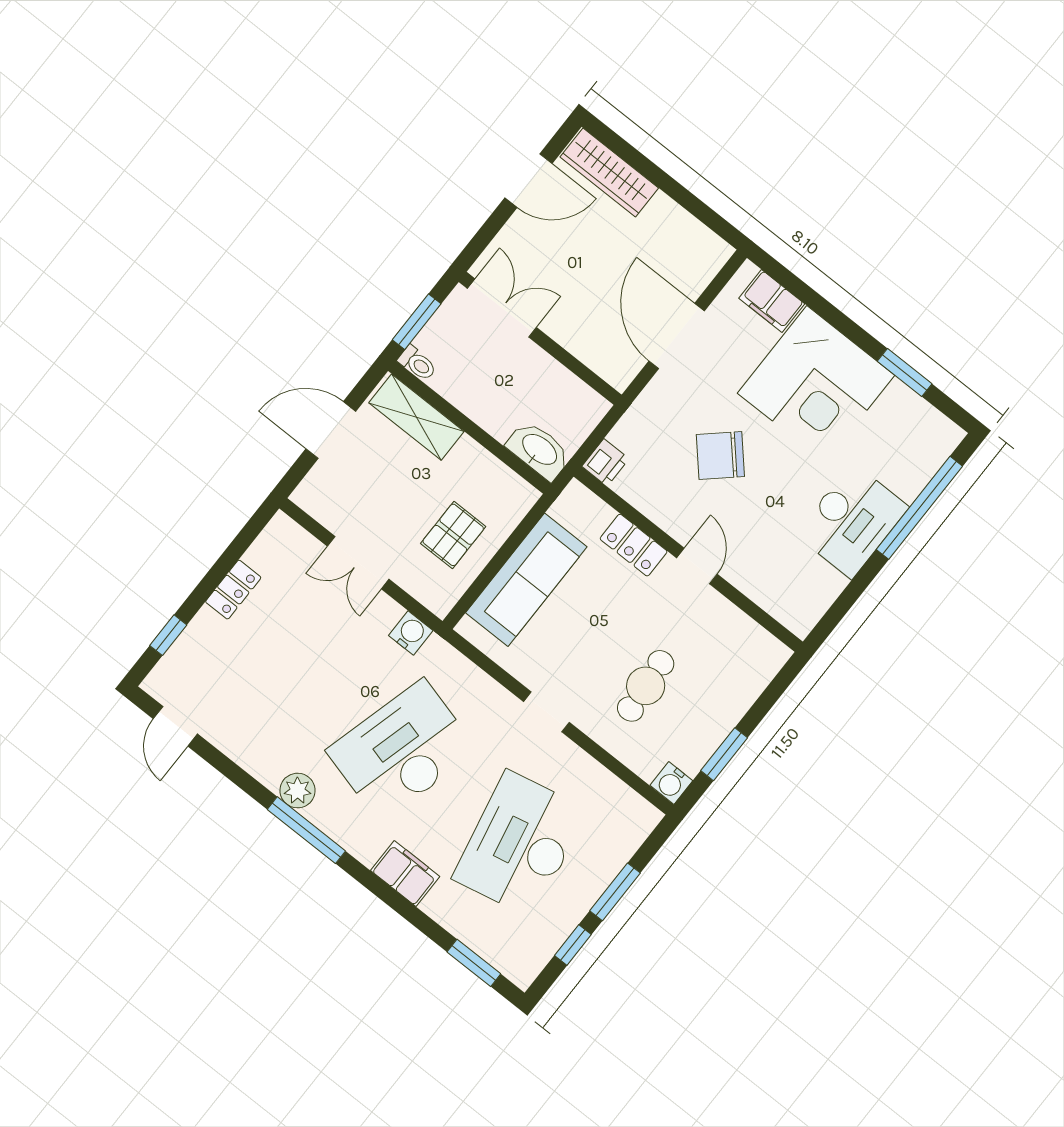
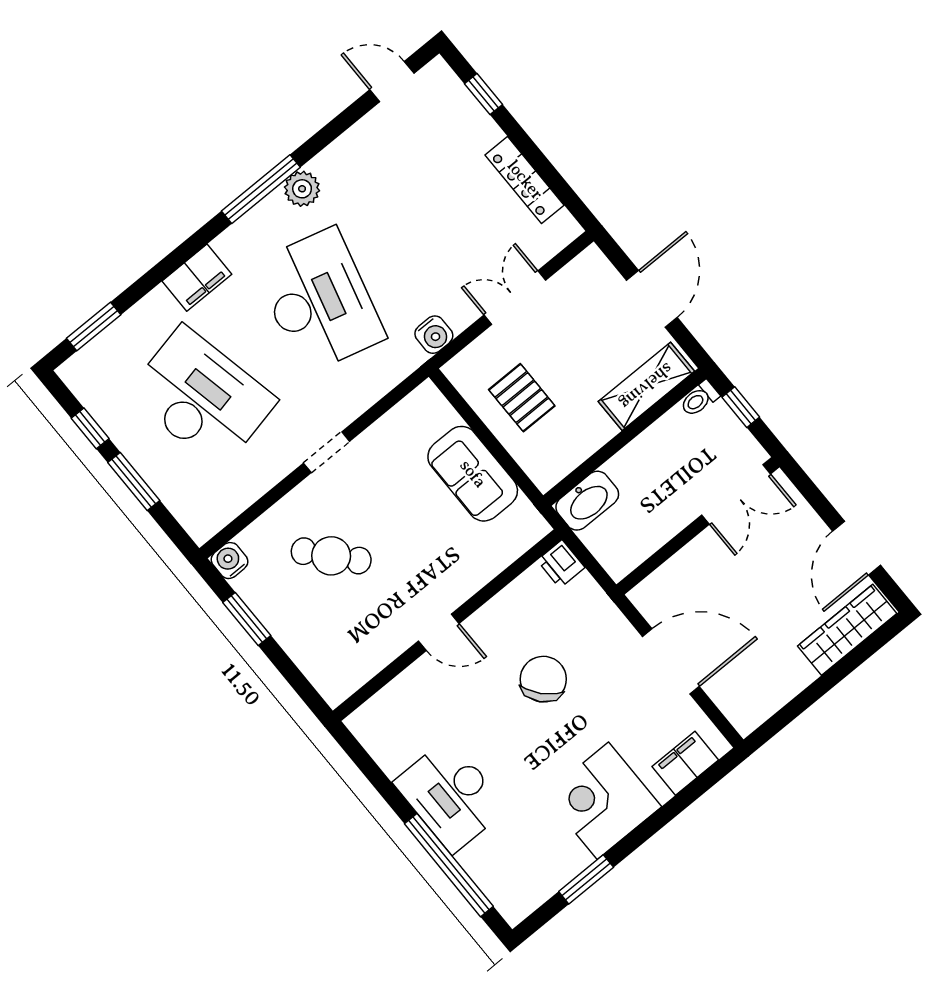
window: (417, 322) -> (741, 407), width x0.67
corner desk: (816, 384) -> (603, 801), width x0.74, depth x0.74
locker: (634, 545) -> (473, 574), removed
sofa: (526, 580) -> (473, 474), width x0.73
locker: (233, 590) -> (525, 180), width x1.53
cafe table: (646, 686) -> (331, 556), turned -36

